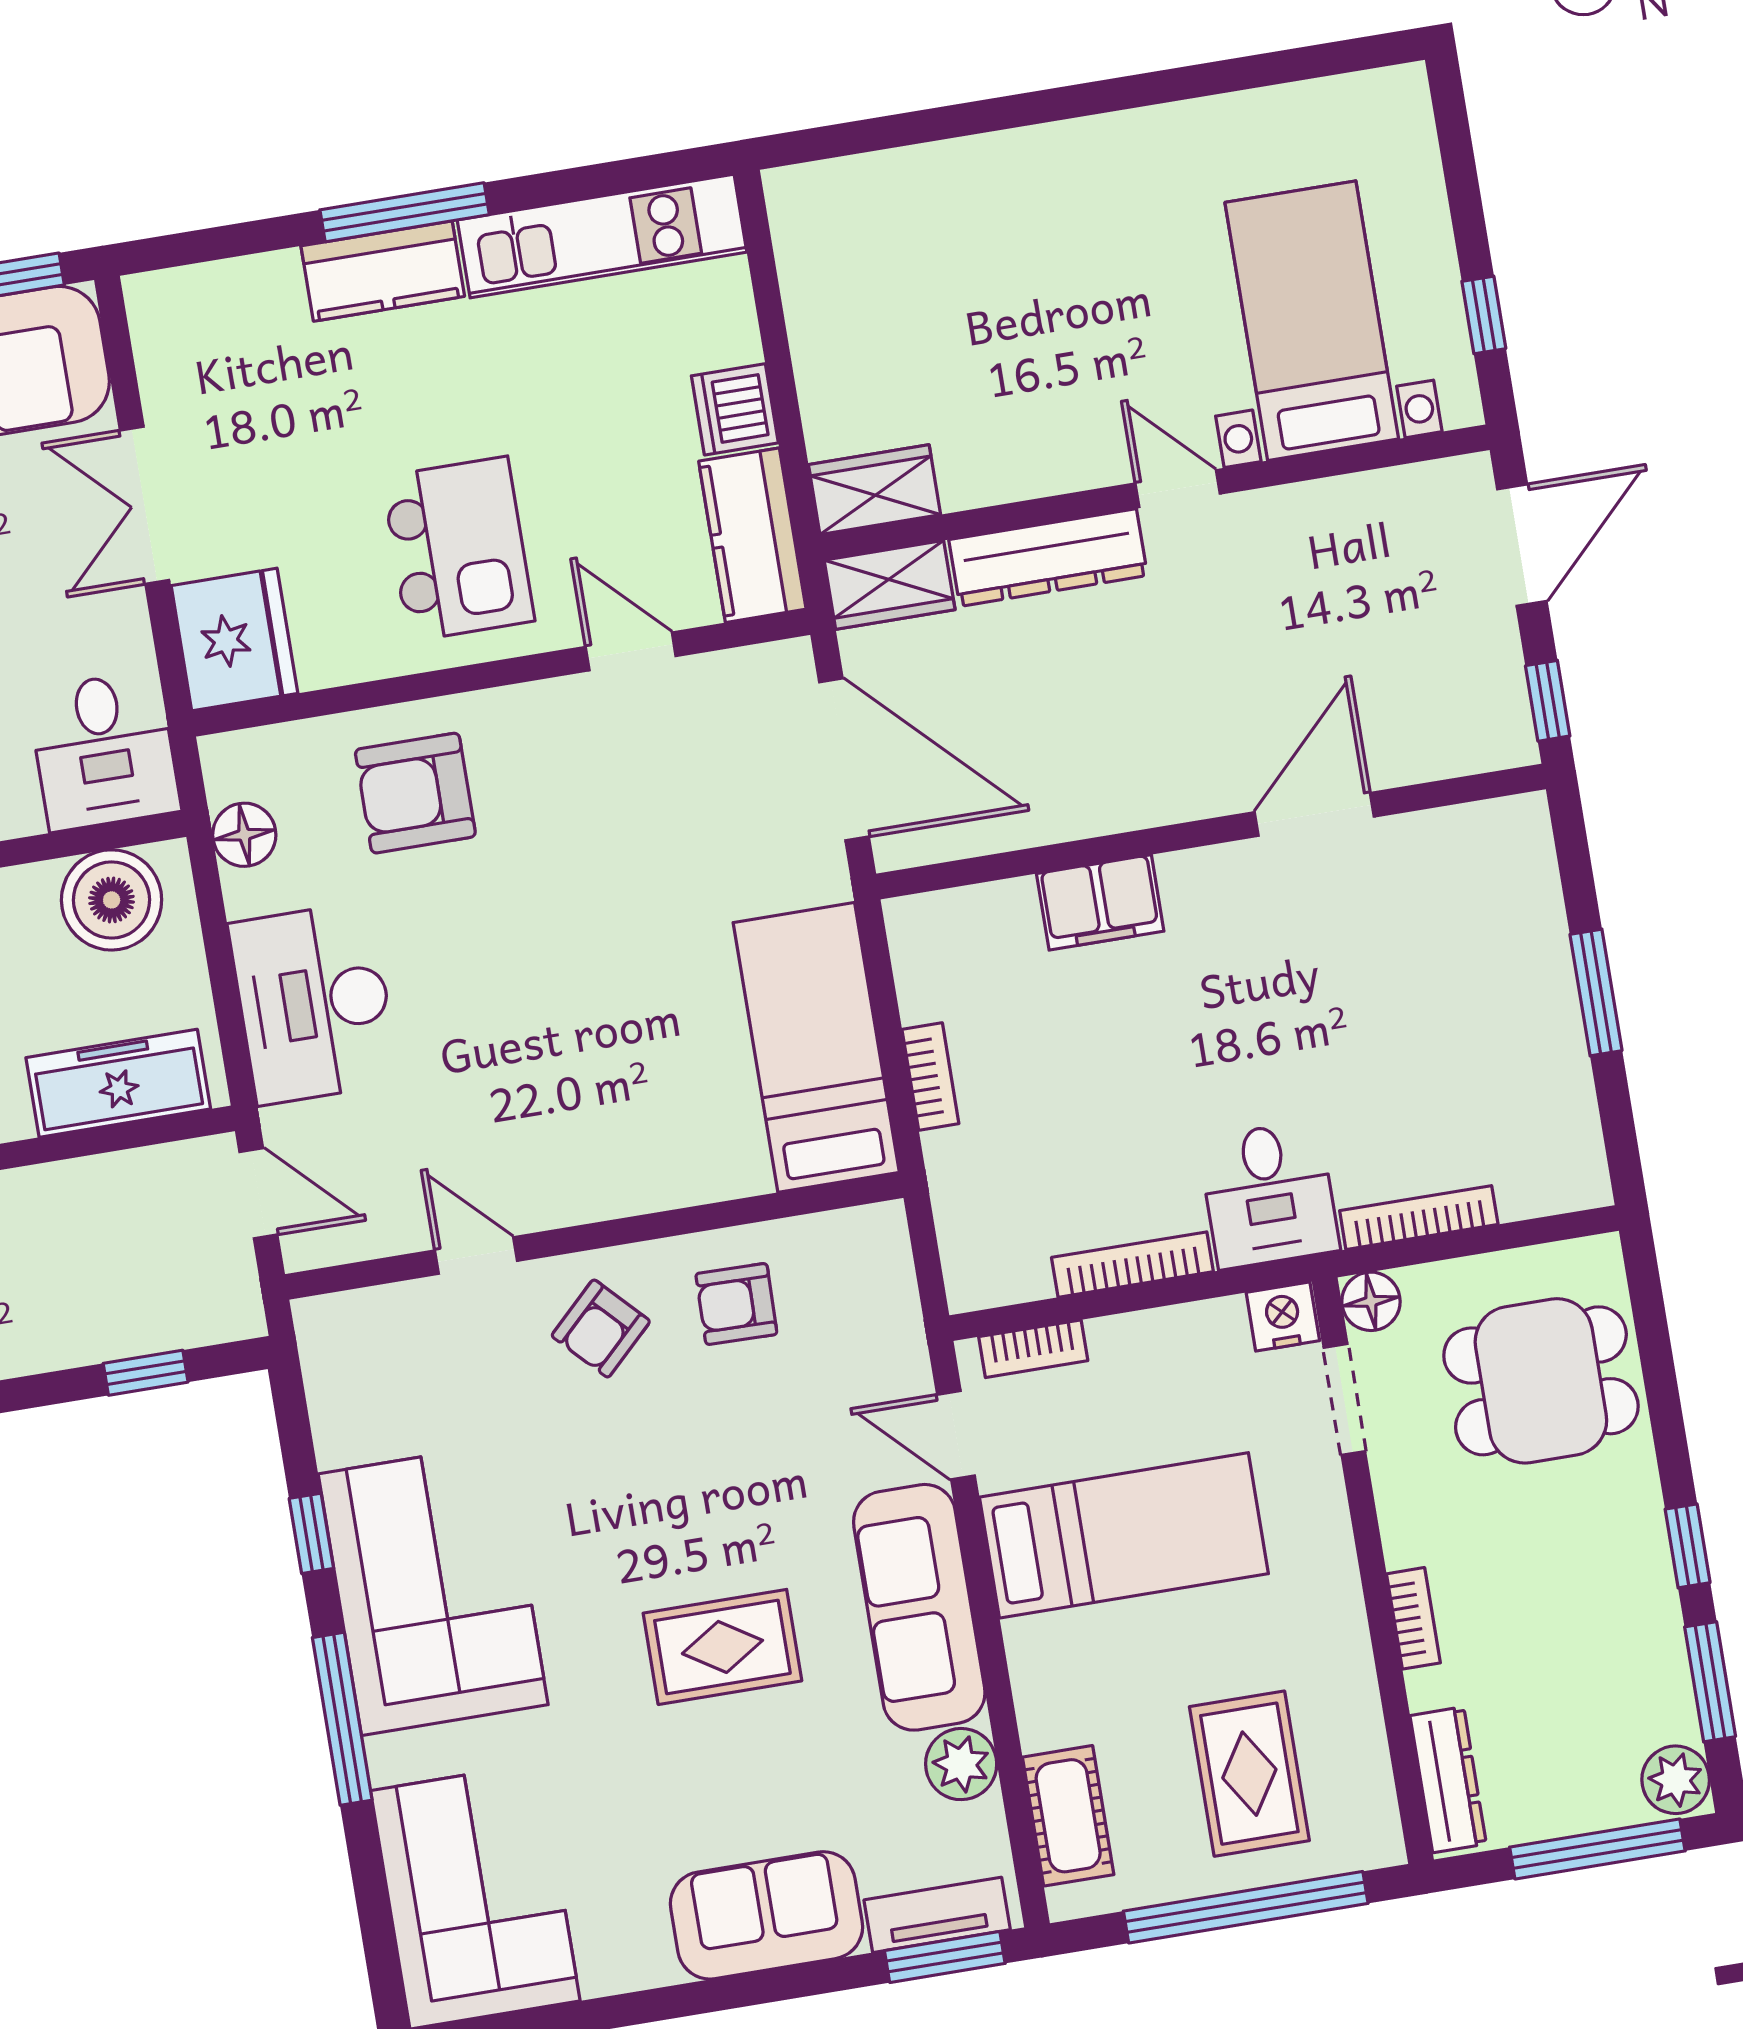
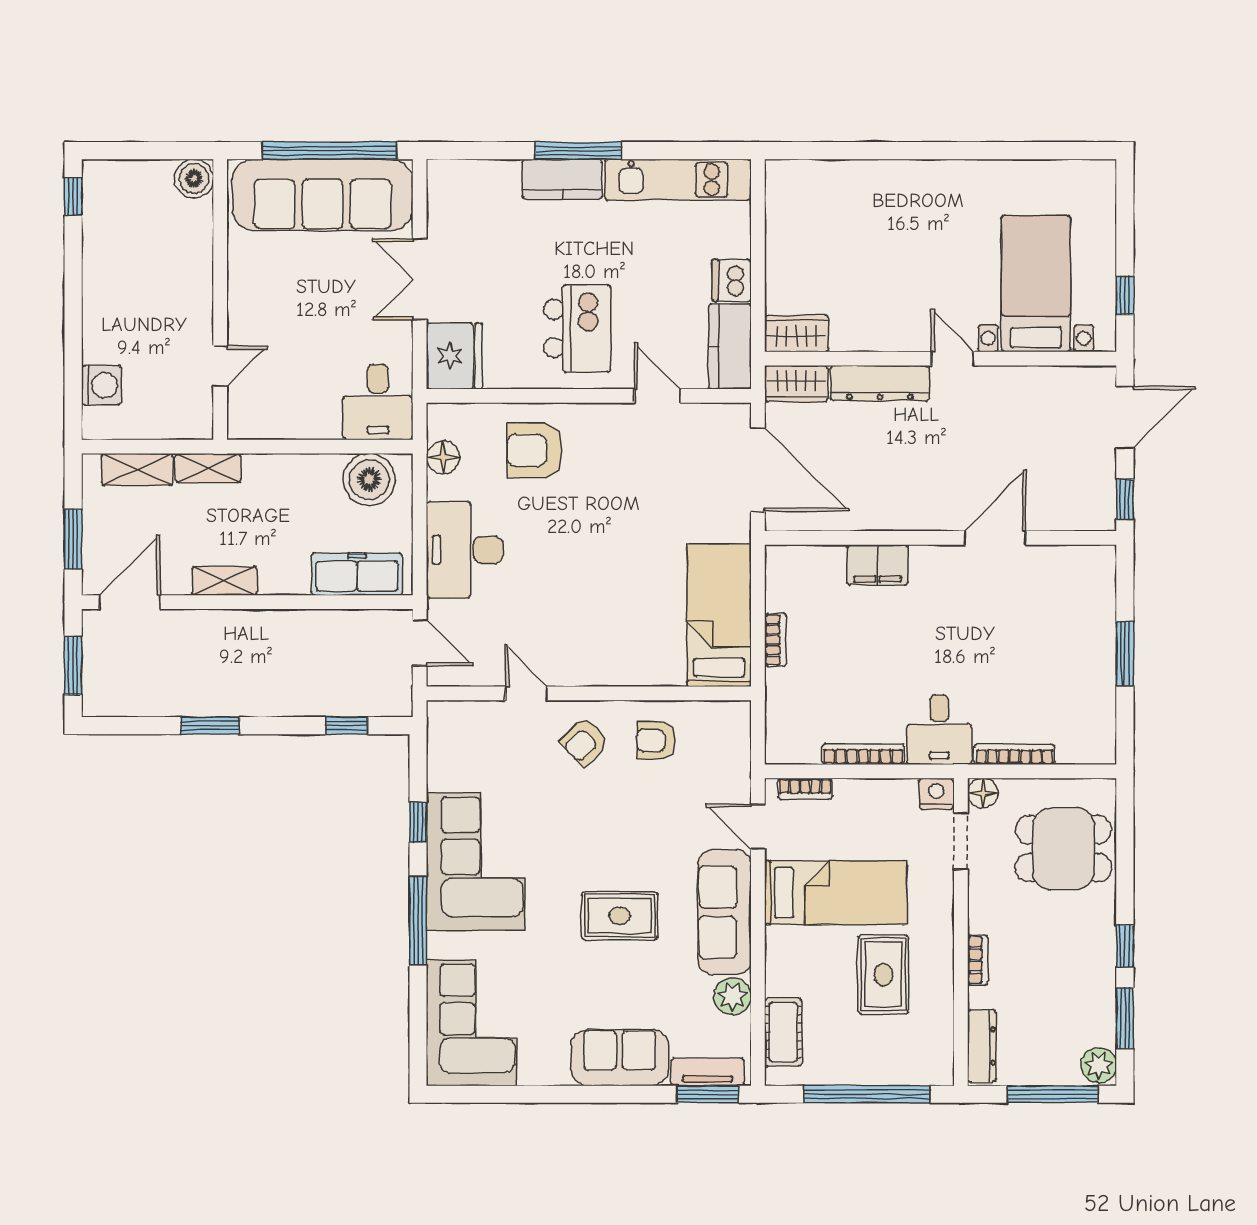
rug: (1249, 1774) -> (883, 975), moved

